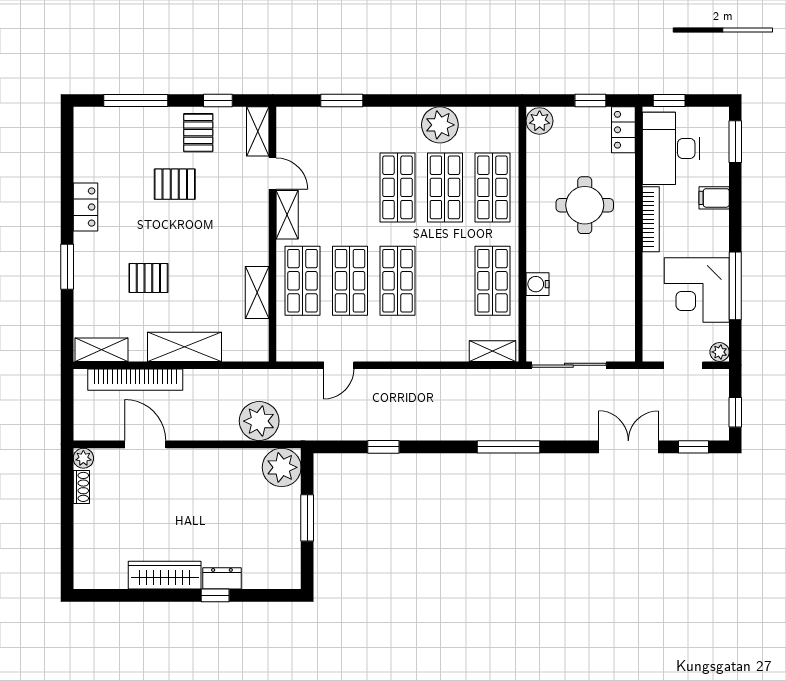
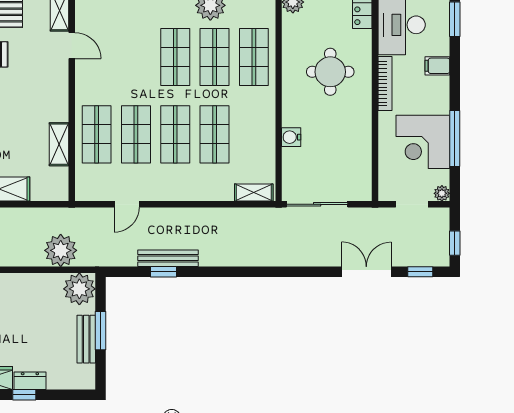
shelving: (287, 215) -> (84, 80), removed
shop shelf: (492, 281) -> (215, 134), moved
bench: (389, 430) -> (168, 258), added
window: (508, 447) -> (267, 272), removed
bench: (290, 528) -> (86, 339), added

